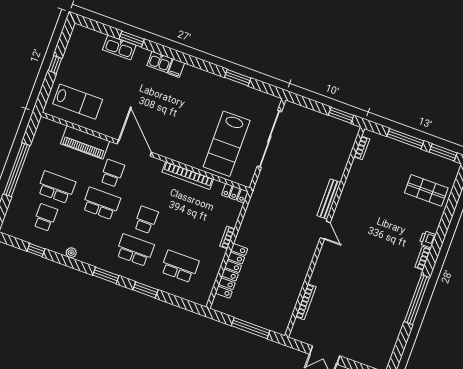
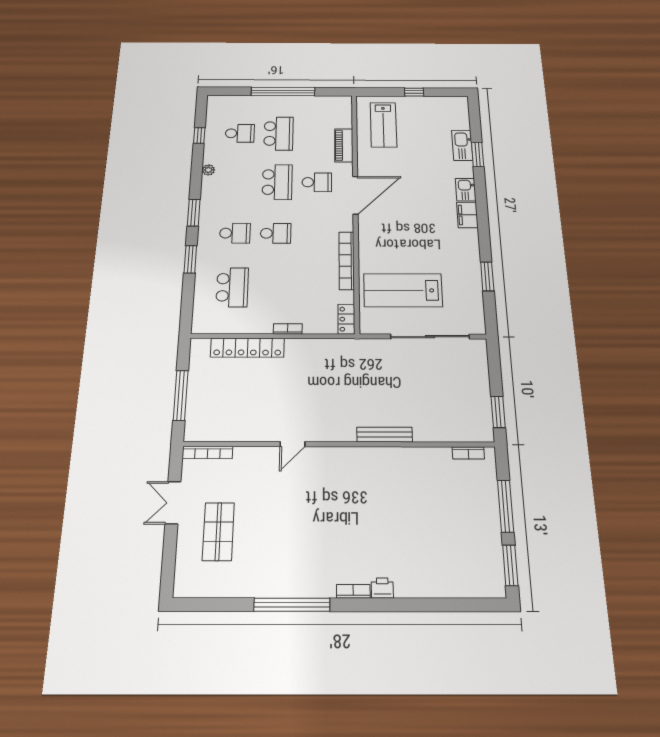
filing cabinet: (176, 68) -> (467, 215), width x2.00
piano: (85, 142) -> (344, 145), width x0.73, depth x0.75
shop shelf: (426, 190) -> (218, 531), moved
door: (325, 230) -> (292, 444), moved
school desk: (135, 250) -> (235, 233), width x0.54
bookcase: (306, 302) -> (207, 452), moved

